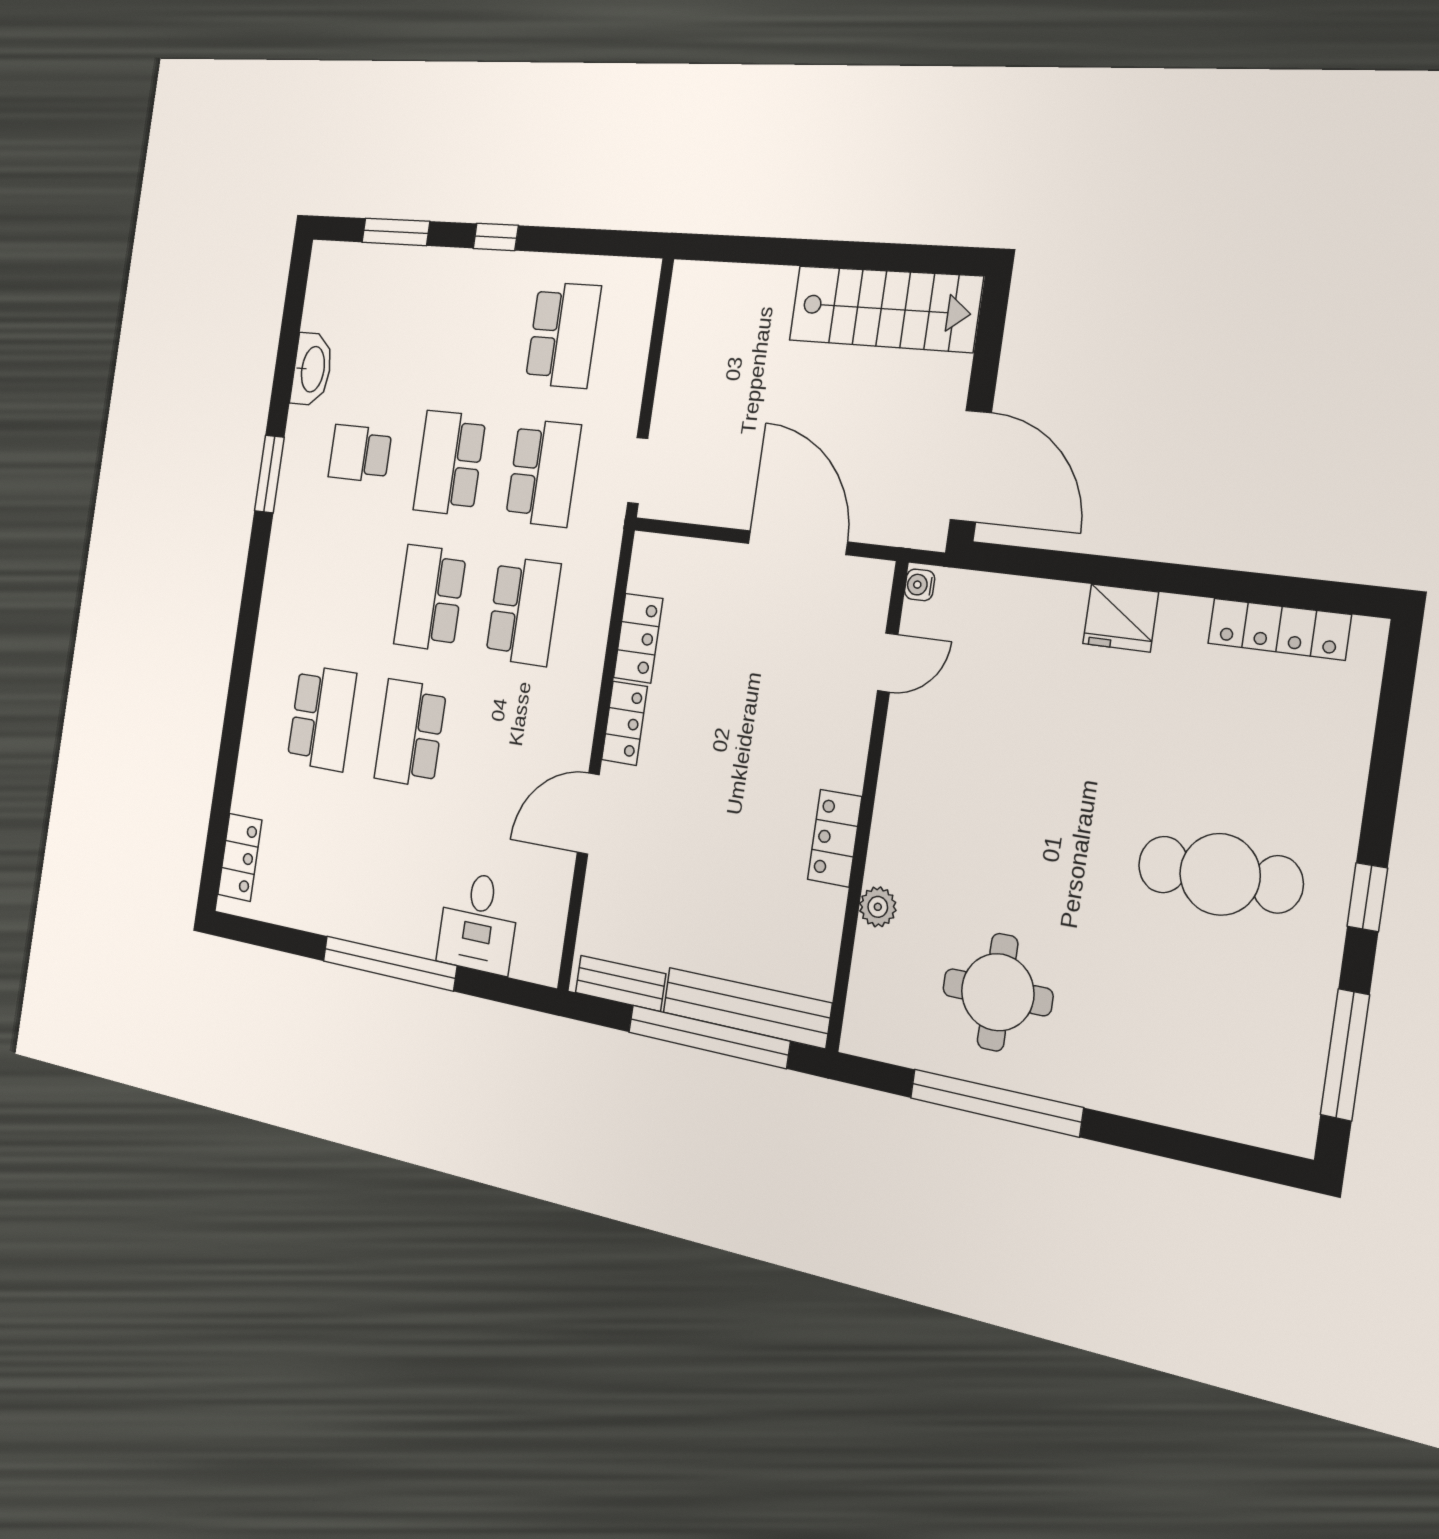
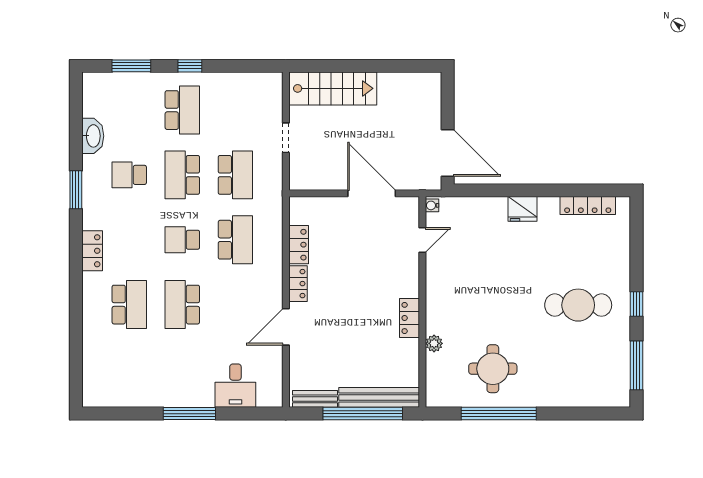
stairs: (885, 309) -> (333, 88), moved
school desk: (563, 335) -> (182, 110), moved
doorway: (638, 471) -> (286, 138), moved
school desk: (430, 598) -> (182, 240), width x0.54
locker: (240, 857) -> (92, 251), moved
window: (389, 963) -> (189, 414), width x0.68

